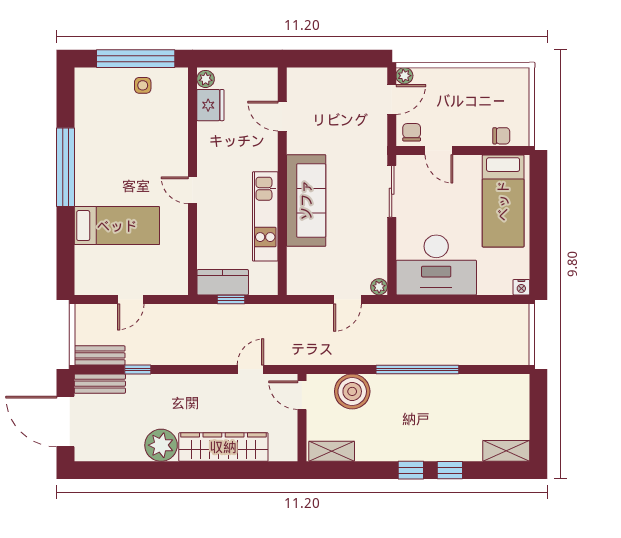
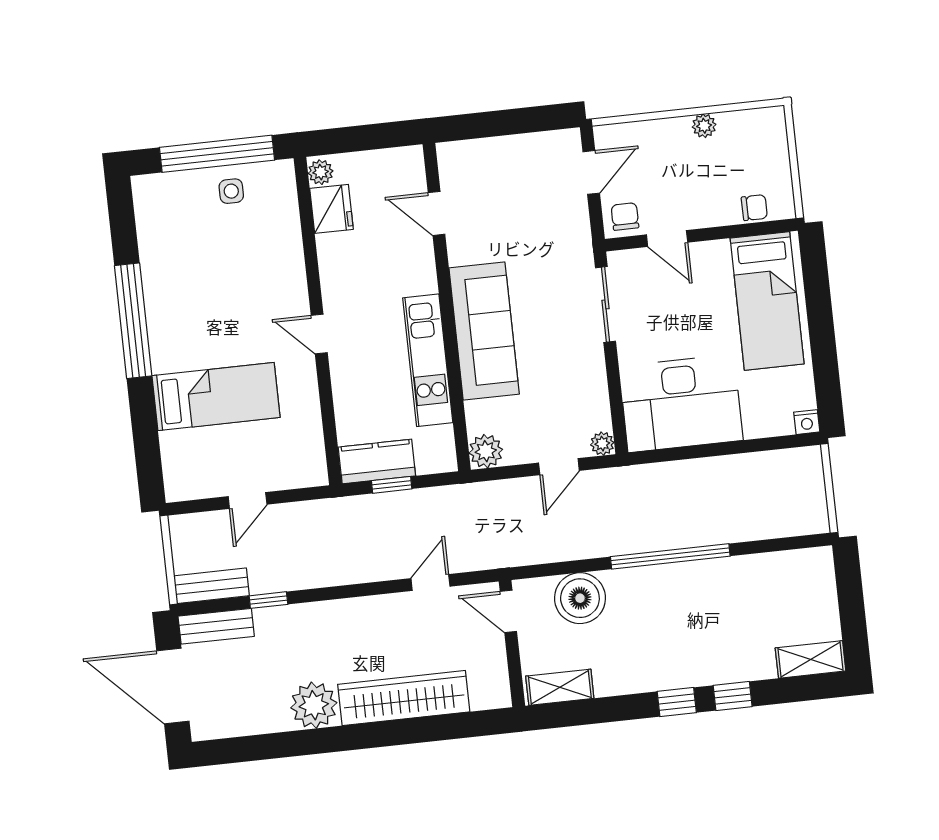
plant: (404, 76) -> (704, 126), moved
plant: (298, 283) -> (486, 451), added

